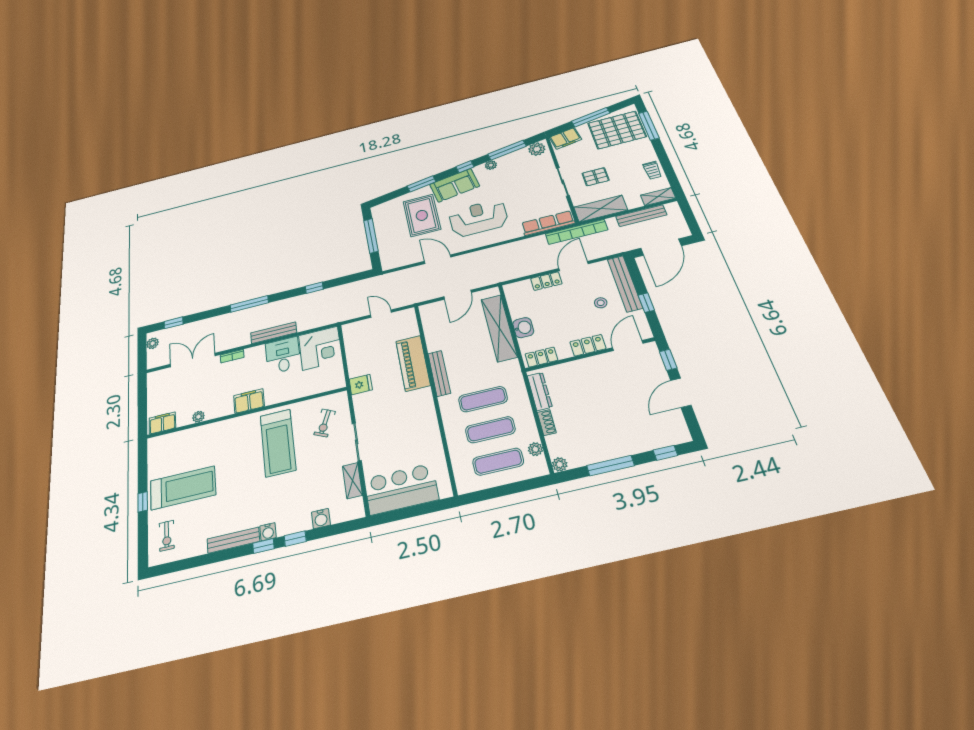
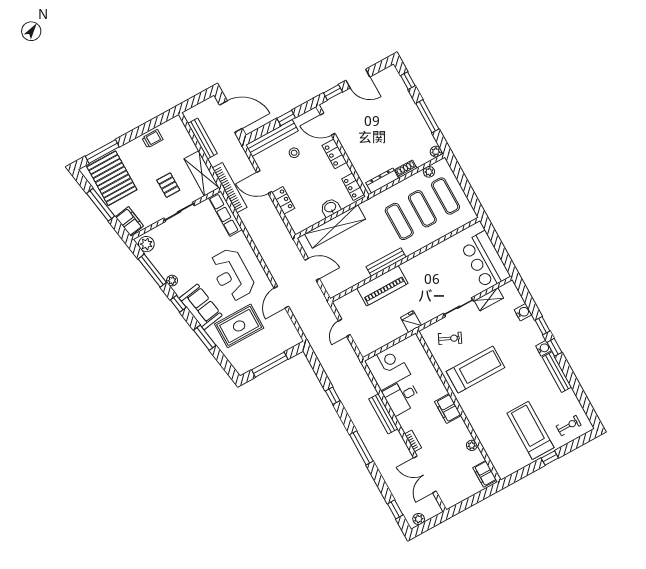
shelving: (658, 197) -> (180, 129), removed

